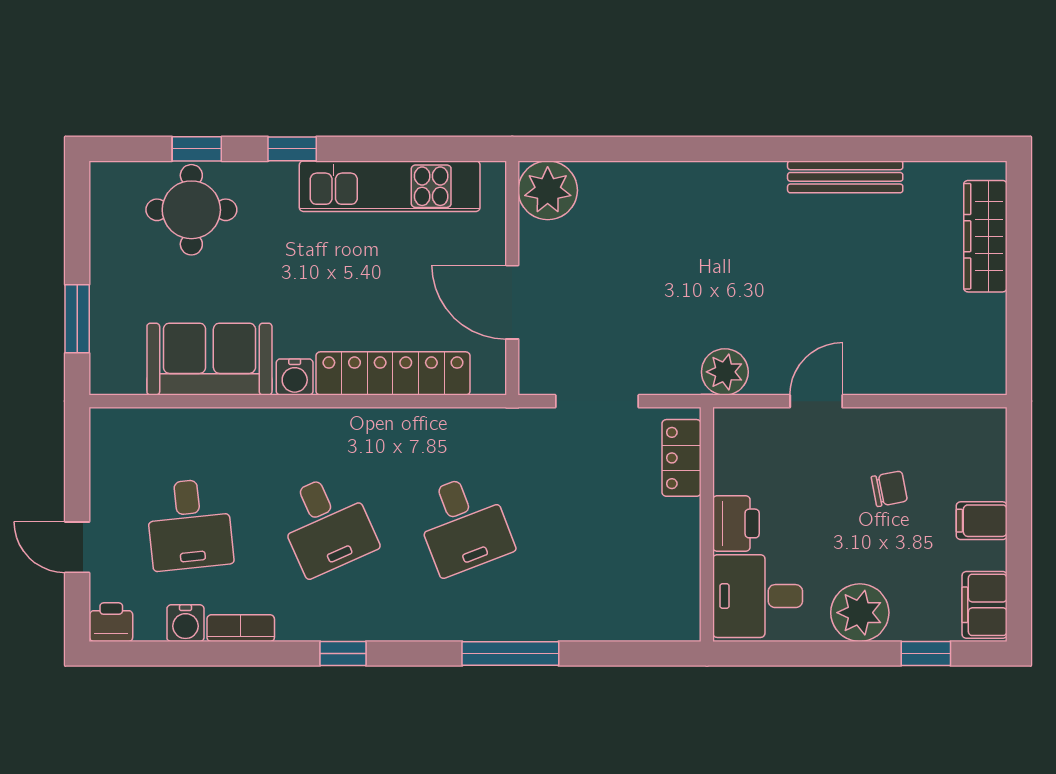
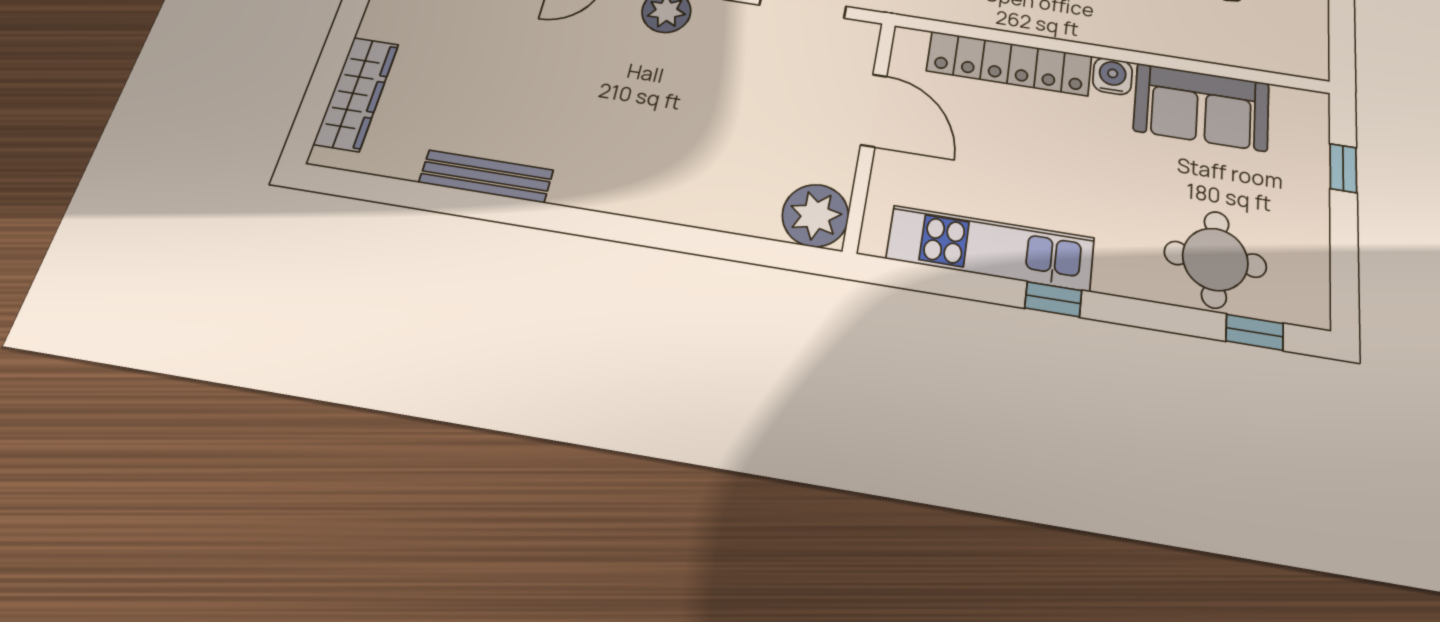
window: (197, 149) -> (1255, 332), moved
window: (292, 149) -> (1053, 299), moved
window: (77, 319) -> (1343, 168), width x0.67

